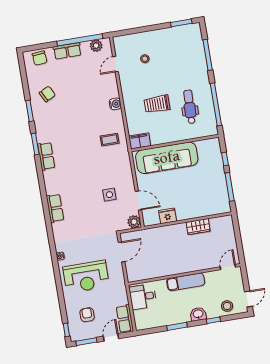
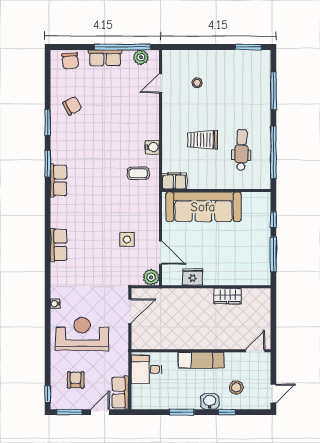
water cooler: (115, 104) -> (152, 147), moved
reception desk: (86, 277) -> (82, 334), turned 180
stool: (227, 306) -> (236, 387), moved

